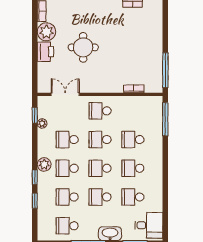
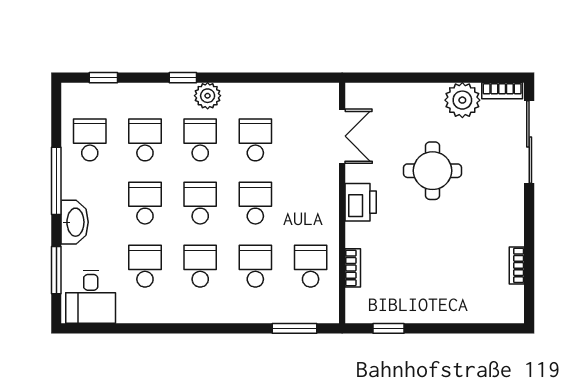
printer: (45, 52) -> (361, 202), moved, turned -90
window: (165, 70) -> (388, 328), width x0.46
school desk: (100, 111) -> (311, 266), moved
window: (35, 115) -> (302, 78), removed
window: (165, 119) -> (294, 328), width x0.69
plant: (42, 123) -> (286, 92), removed
window: (35, 201) -> (103, 78), moved

